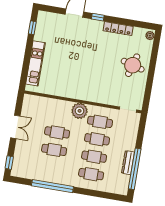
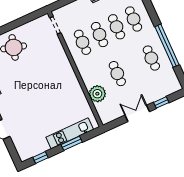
window: (27, 60) -> (72, 143), added
plant: (80, 111) -> (97, 94), moved
cafe table: (54, 150) -> (151, 58), moved
window: (9, 163) -> (161, 102), moved

